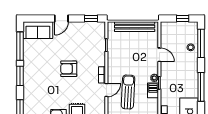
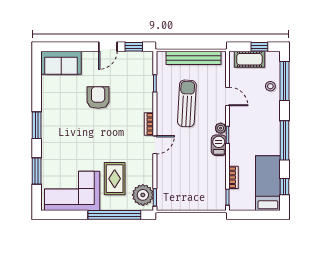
door: (61, 19) -> (108, 47), moved
cot: (175, 28) -> (249, 59), added
window: (20, 46) -> (37, 85), removed
armchair: (69, 69) -> (98, 98), moved, turned 90
sun lounger: (128, 92) -> (187, 103), moved

